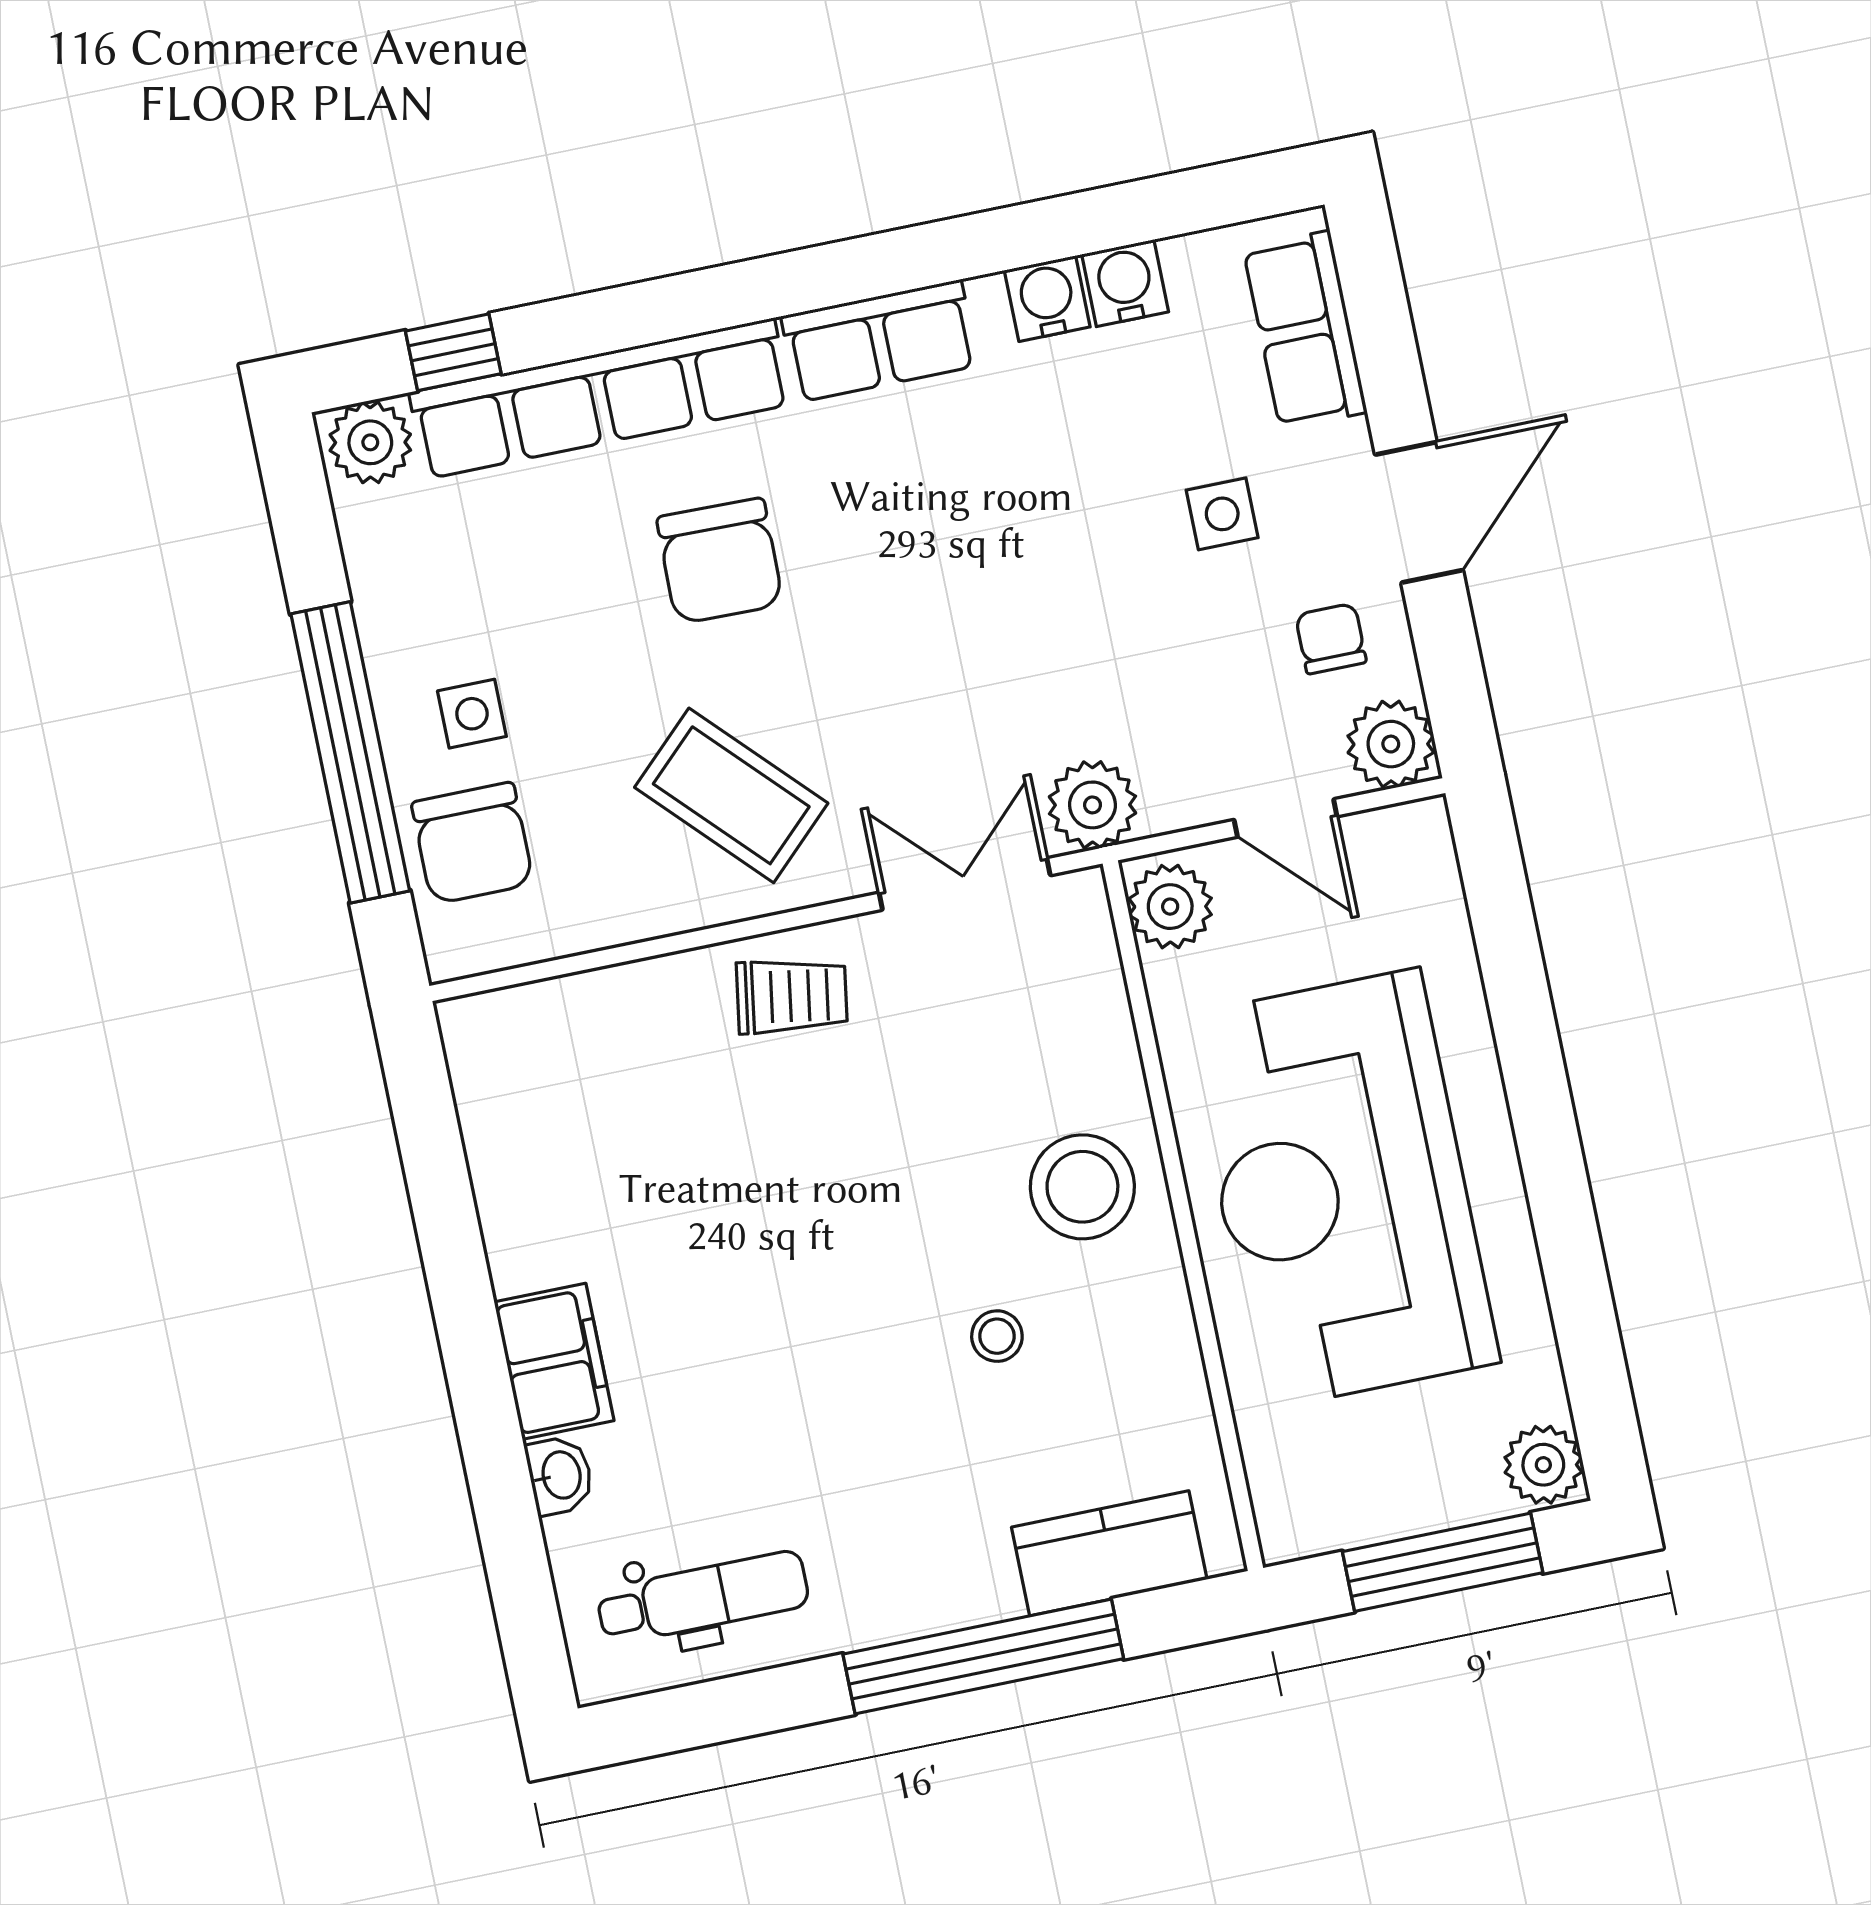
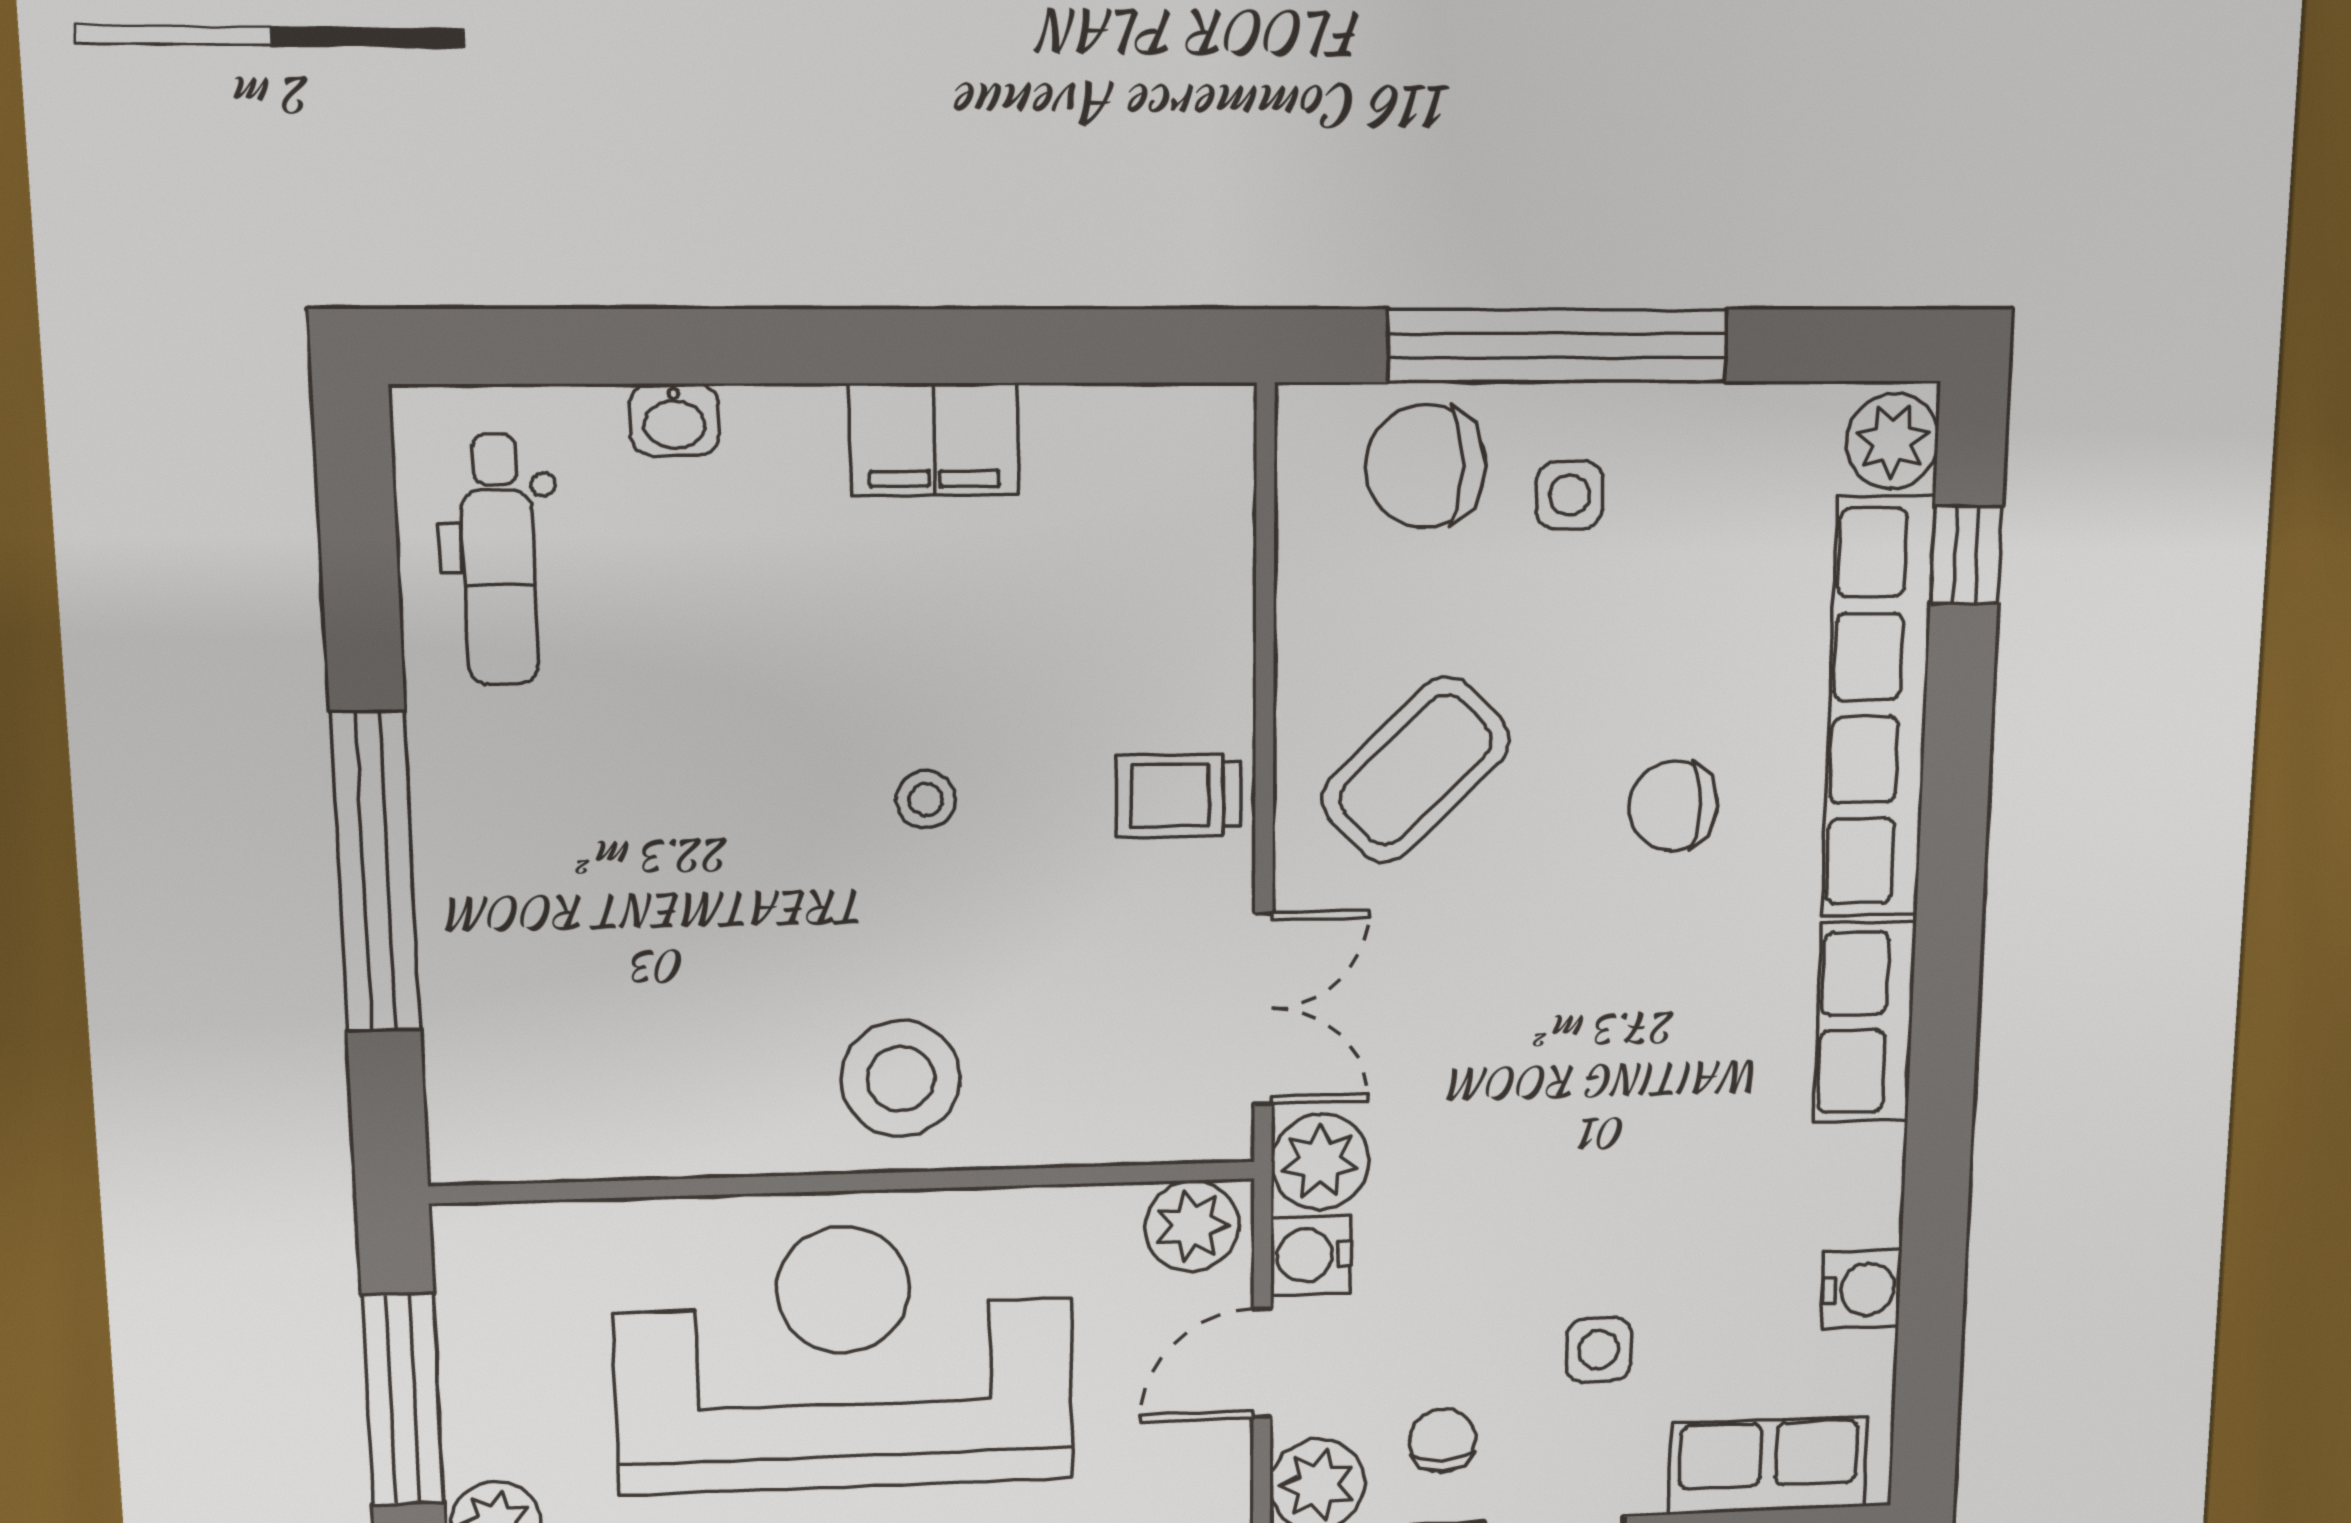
water cooler: (1047, 299) -> (1311, 1255), moved, turned 180
chair: (720, 561) -> (1673, 806), width x0.73, depth x0.73
chair: (1331, 639) -> (1442, 1441), turned -90
trolley: (792, 996) -> (1179, 795), turned 81
stool: (997, 1336) -> (926, 799), moved
filing cabinet: (554, 1361) -> (934, 439), moved
kitchen counter: (1109, 1553) -> (474, 1036), removed

